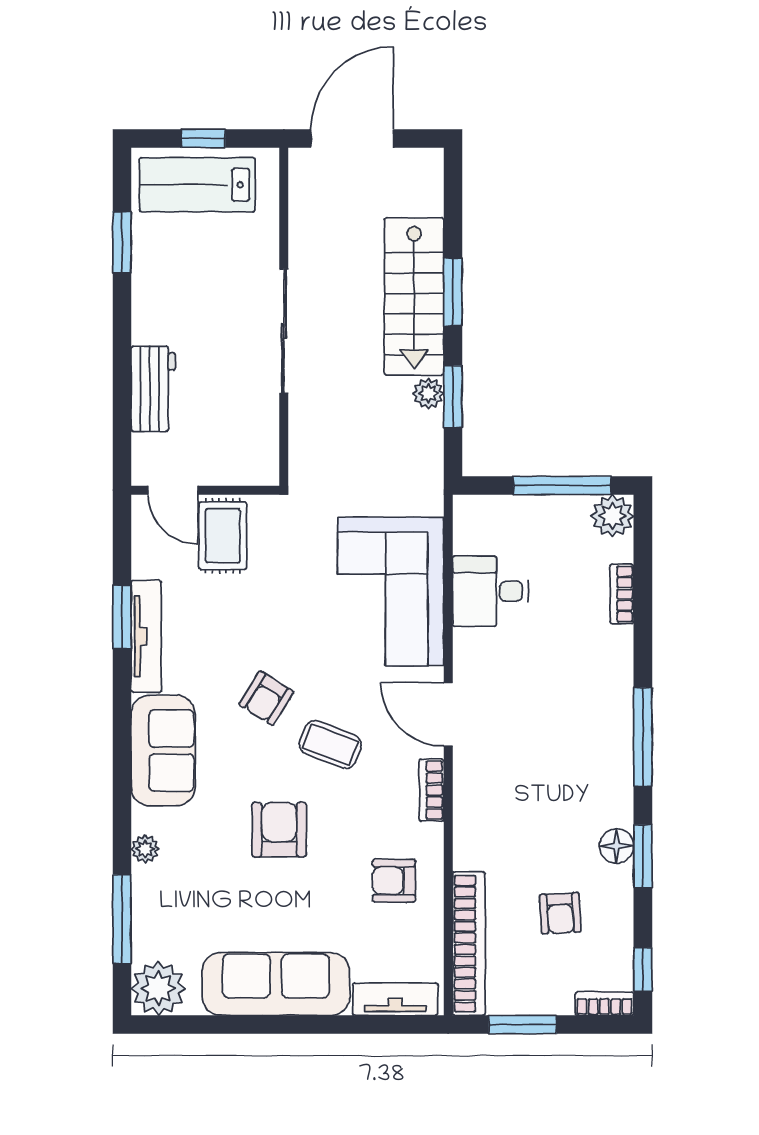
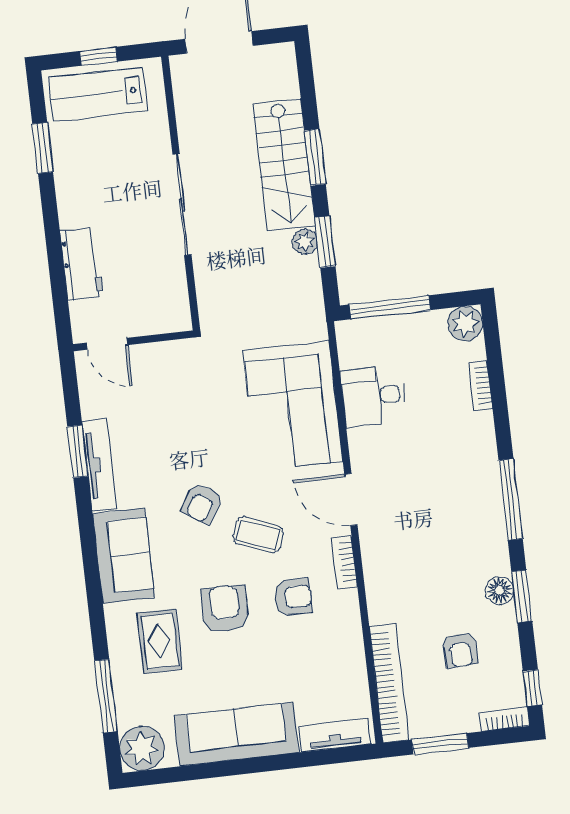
window: (562, 485) -> (390, 307), moved
rug: (223, 536) -> (160, 641), moved
plant: (145, 849) -> (118, 637), removed
armchair: (394, 881) -> (293, 597), moved, turned 180

